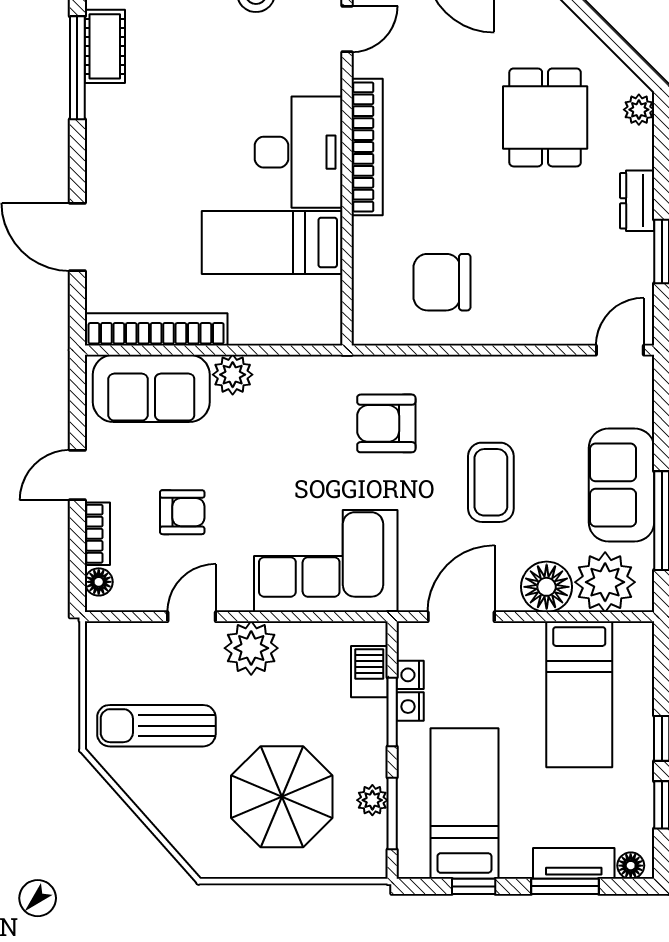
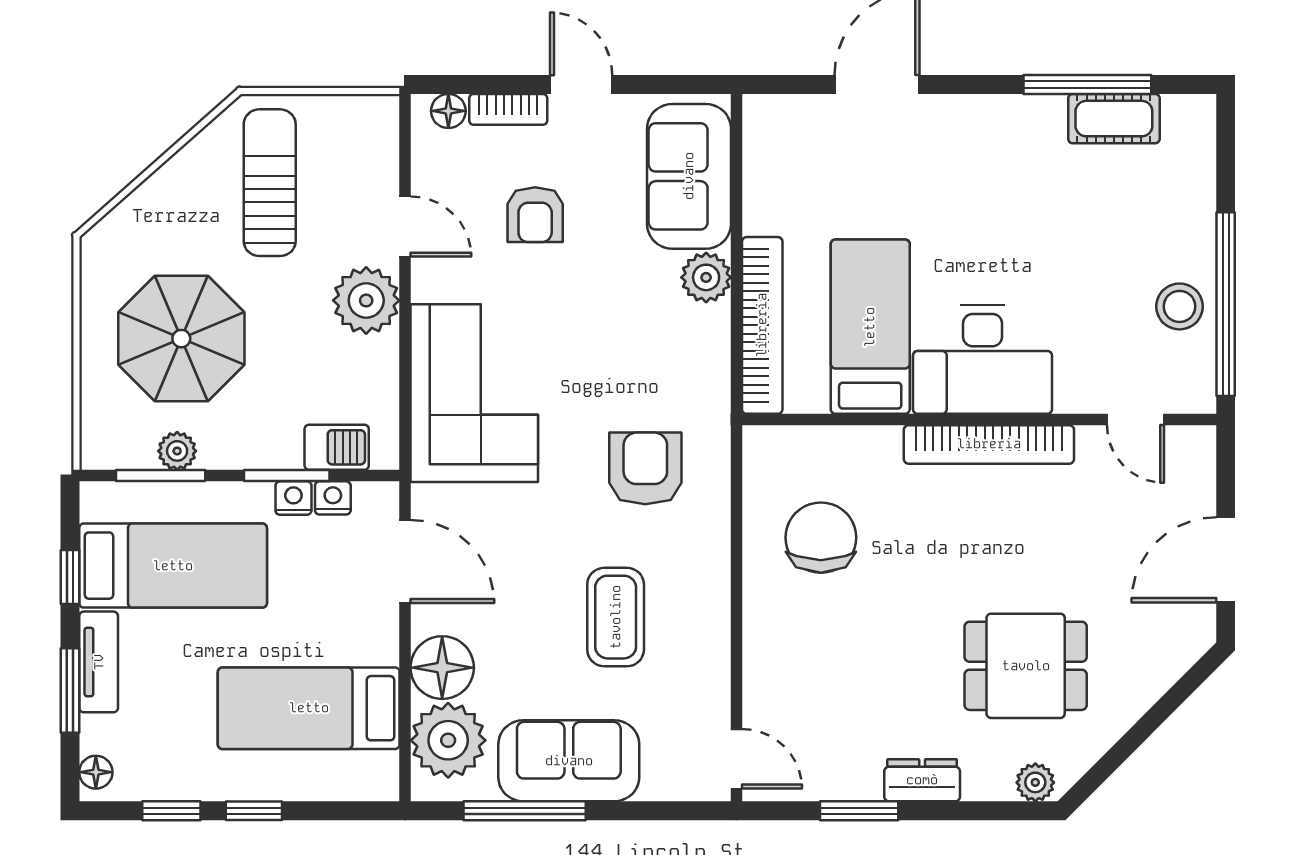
bookcase: (156, 329) -> (762, 325), moved
coffee table: (491, 482) -> (616, 617), moved, turned 90
tv unit: (574, 863) -> (99, 662), moved

